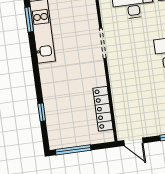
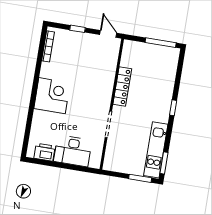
locker: (103, 109) -> (122, 86), moved
window: (42, 112) -> (173, 108), moved

